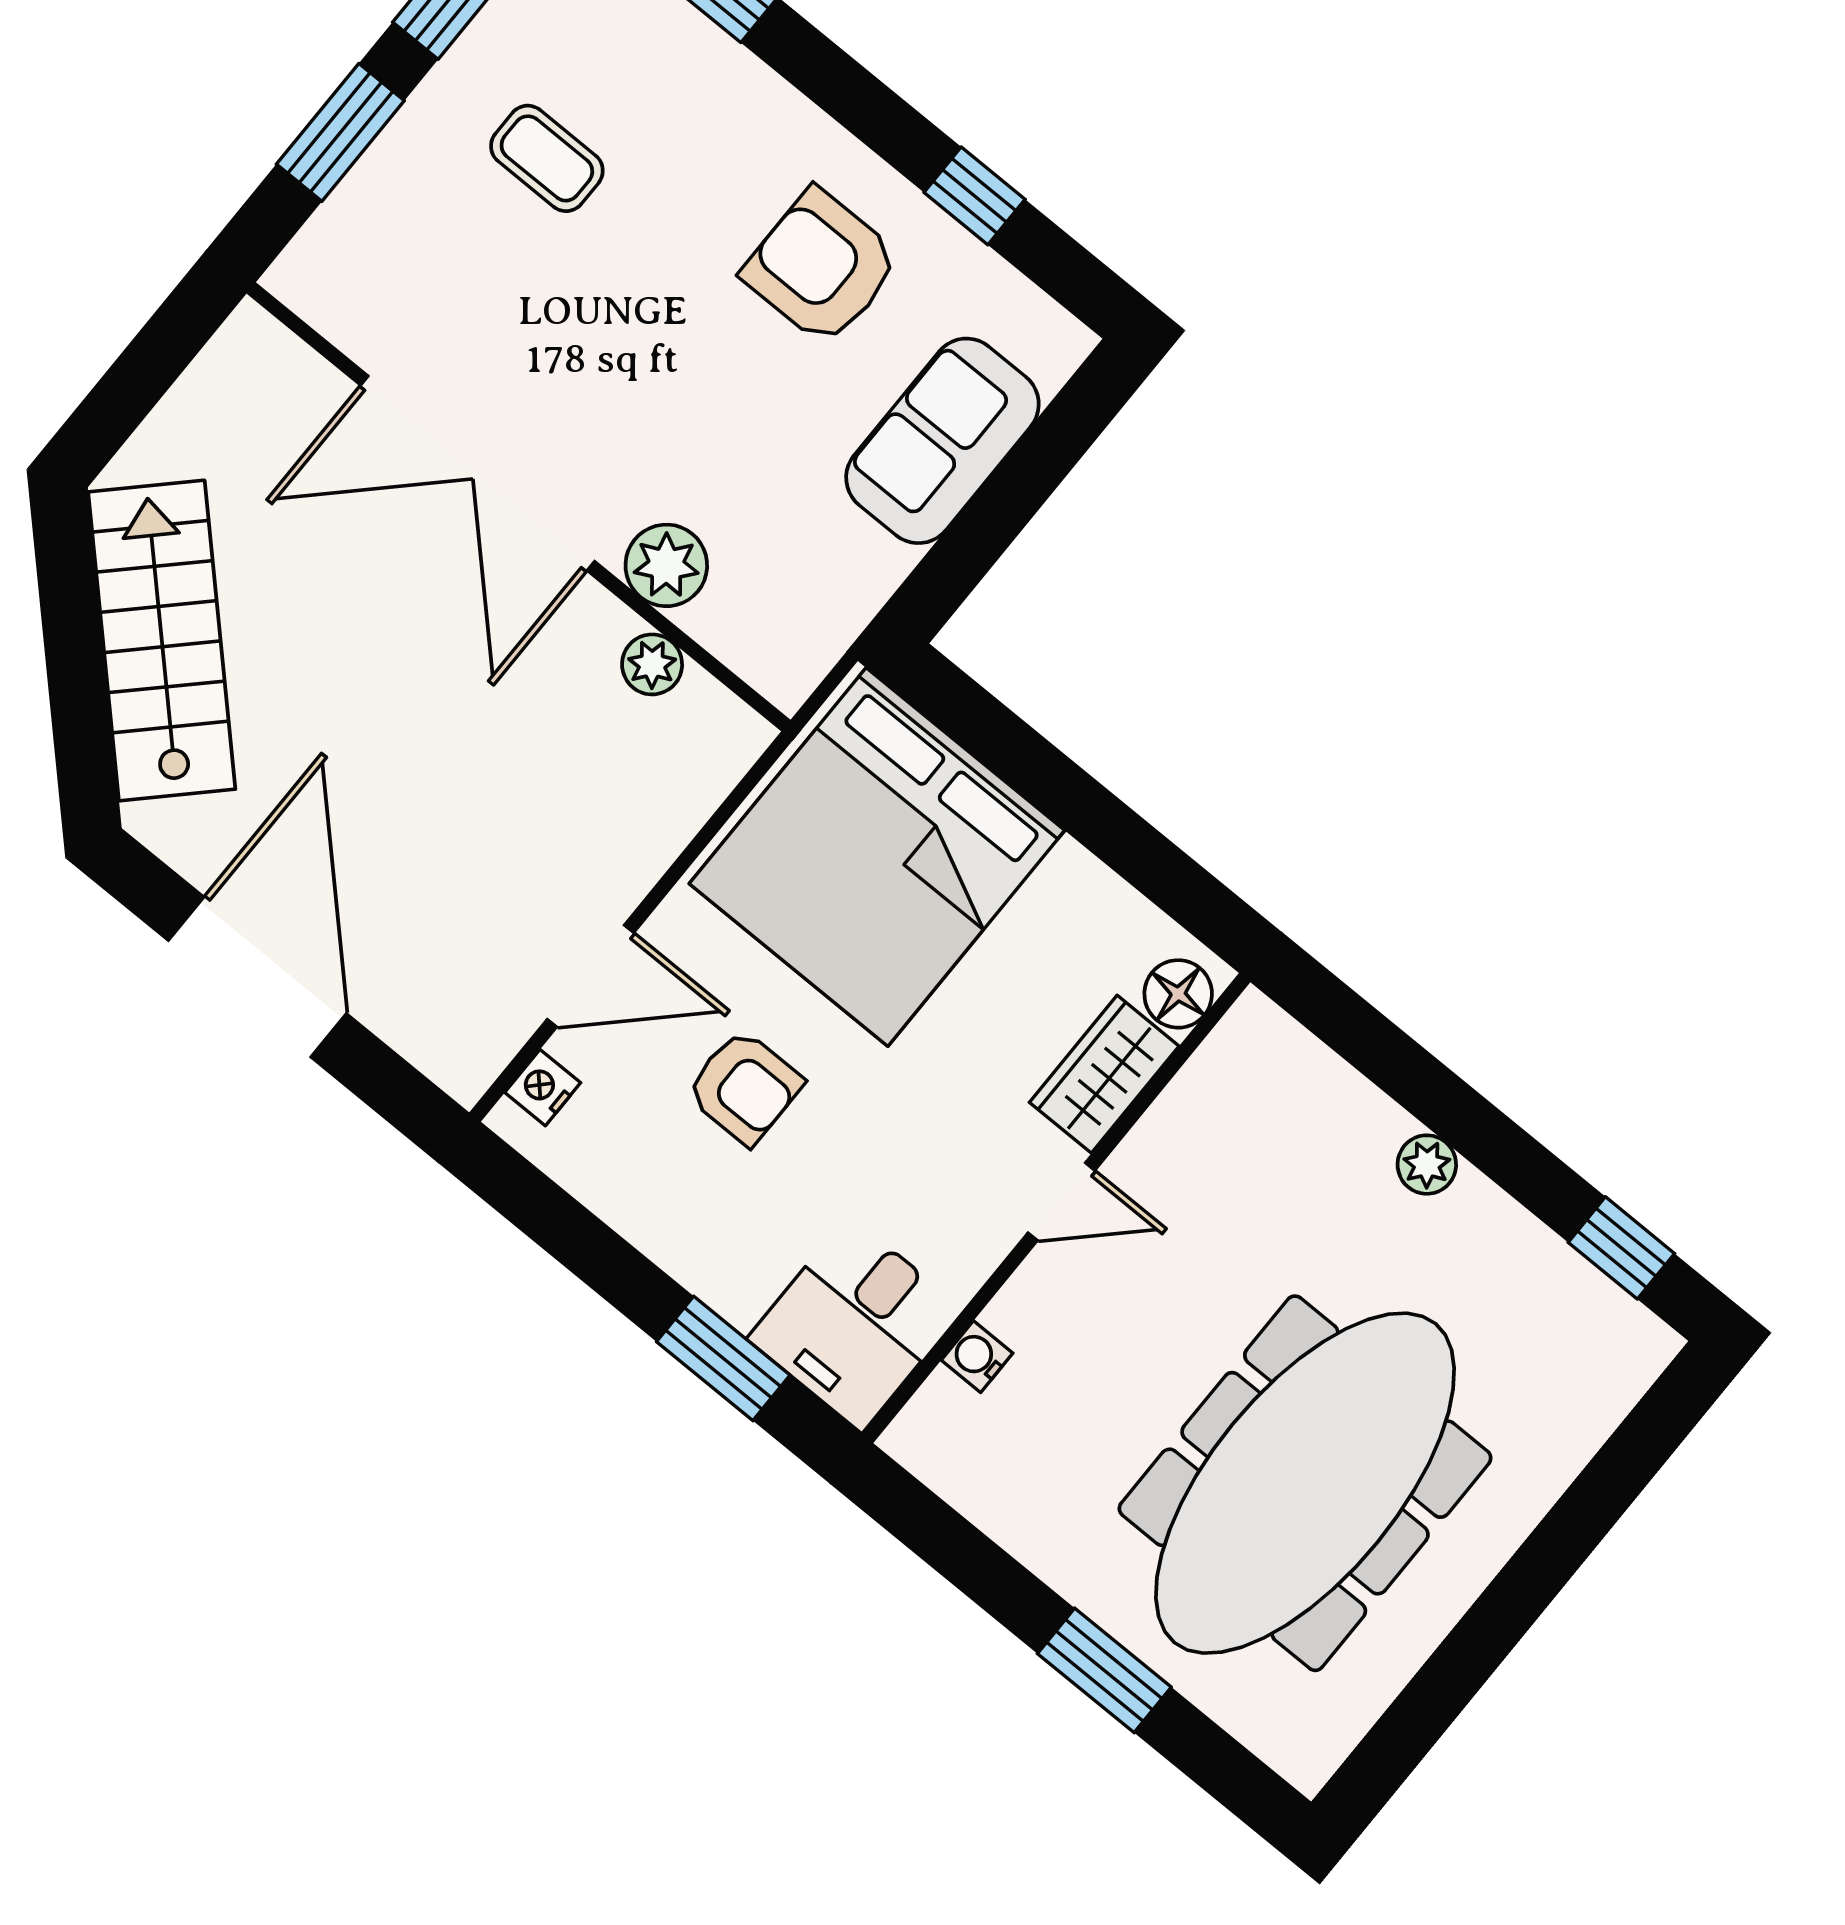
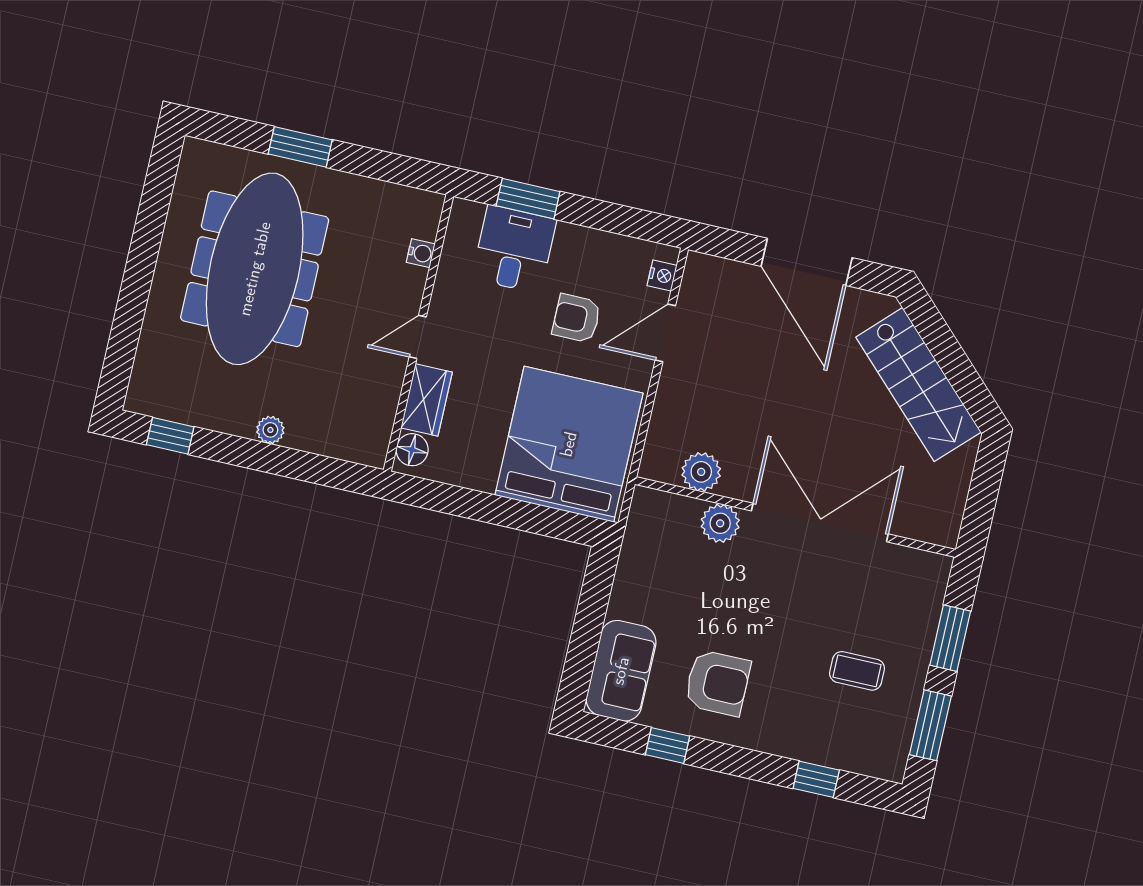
sofa: (942, 441) -> (621, 671), moved
plant: (652, 664) -> (701, 472), width x1.38, depth x1.38
desk: (855, 1324) -> (514, 249), moved

